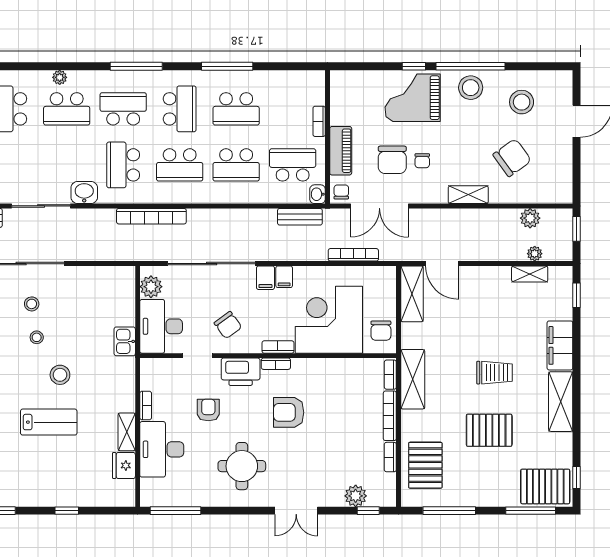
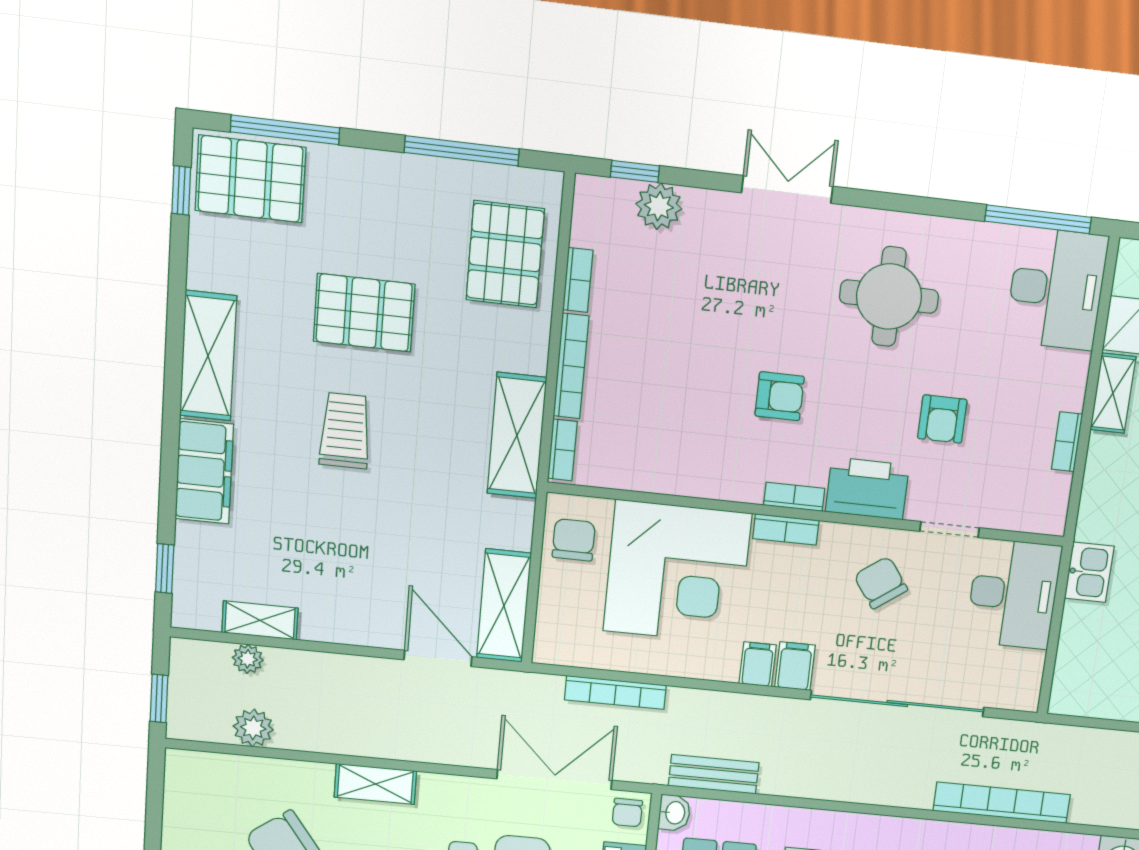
plant: (151, 287) -> (1022, 672), removed
trolley: (495, 373) -> (345, 431), turned 90
armchair: (289, 412) -> (780, 396), width x0.72, depth x0.72
desk: (162, 449) -> (1057, 289), moved

